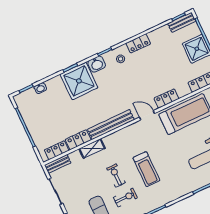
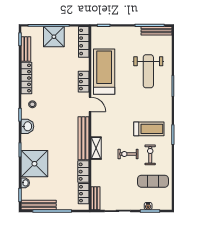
bench: (182, 22) -> (26, 49), moved
locker: (138, 43) -> (26, 78), width x1.53
shower: (79, 81) -> (34, 164), moved
bench: (25, 111) -> (39, 205), added
door: (147, 115) -> (90, 104), swing flipped
shelving: (92, 149) -> (96, 148), moved
treadmill: (146, 169) -> (149, 129), moved

